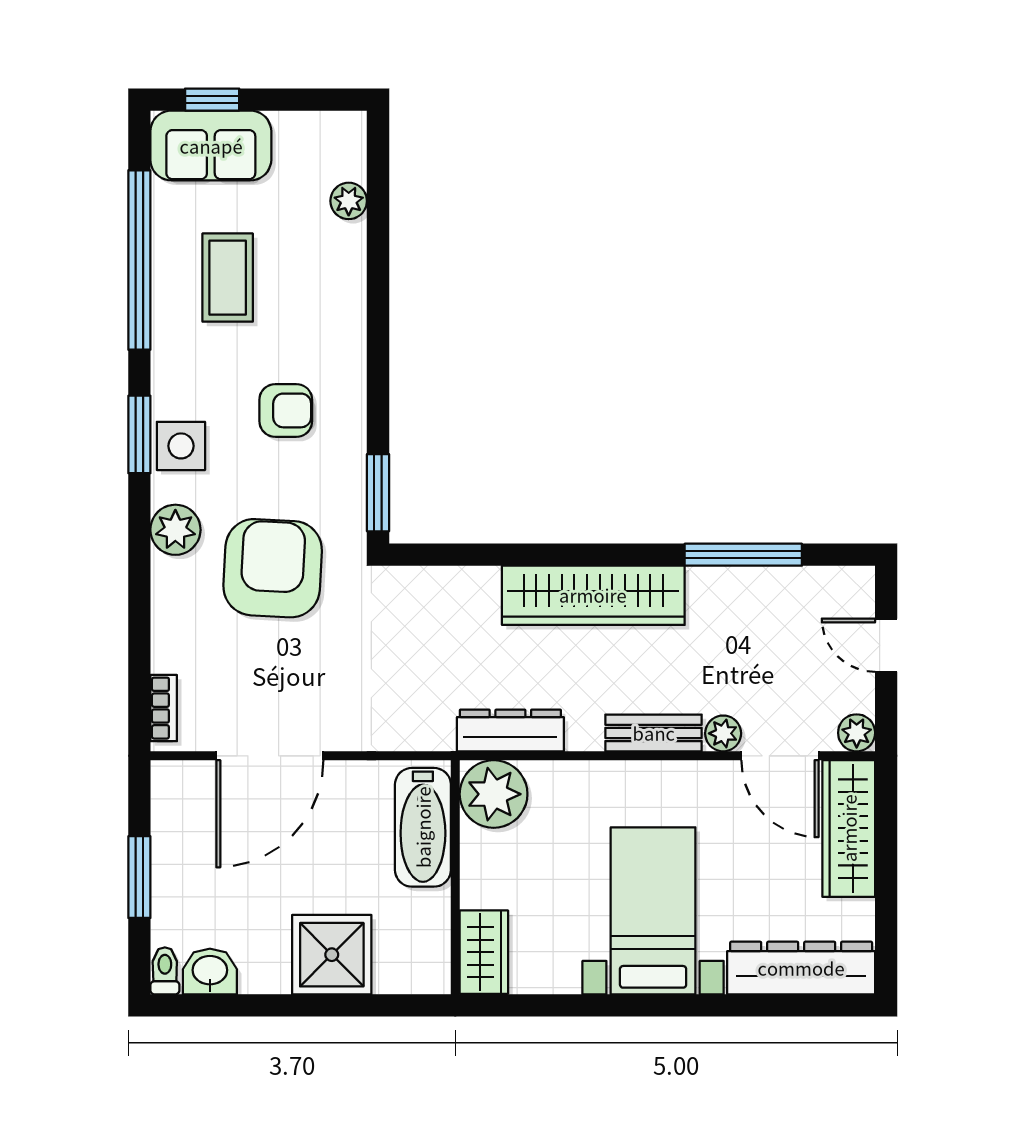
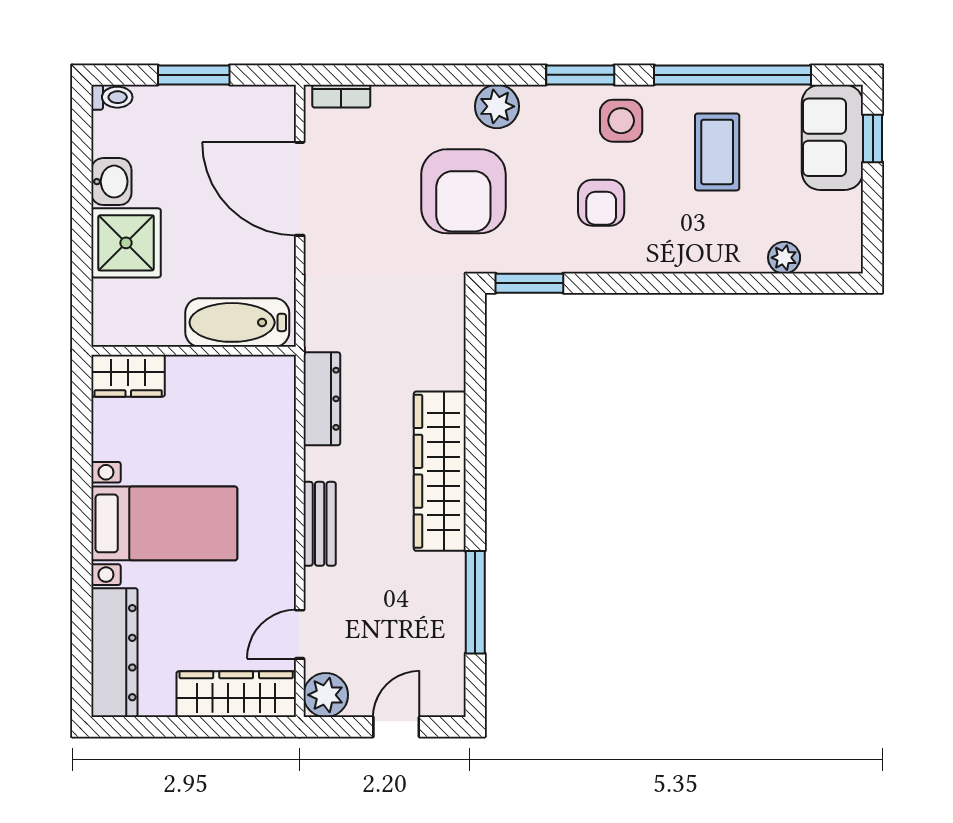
coffee table: (228, 278) -> (717, 152), turned 90
side table: (181, 446) -> (621, 121), moved
armchair: (273, 568) -> (463, 191), turned 87
plant: (723, 733) -> (319, 585), removed
plant: (857, 733) -> (326, 695), width x1.38, depth x1.38
door: (780, 756) -> (300, 634), width x0.73
plant: (494, 794) -> (266, 384), removed
washbasin: (210, 972) -> (111, 182), moved

